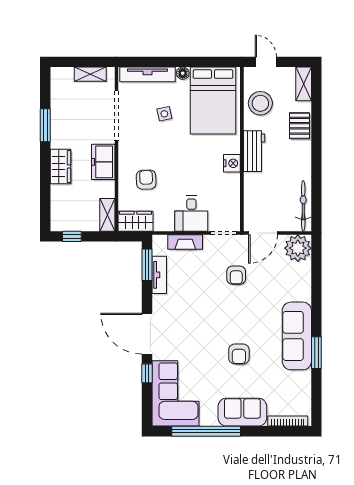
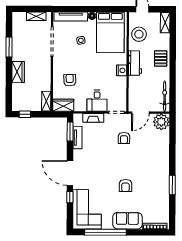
pallet: (299, 126) -> (161, 59), moved
freezer: (103, 162) -> (44, 69), removed
sofa: (297, 336) -> (160, 175), removed

